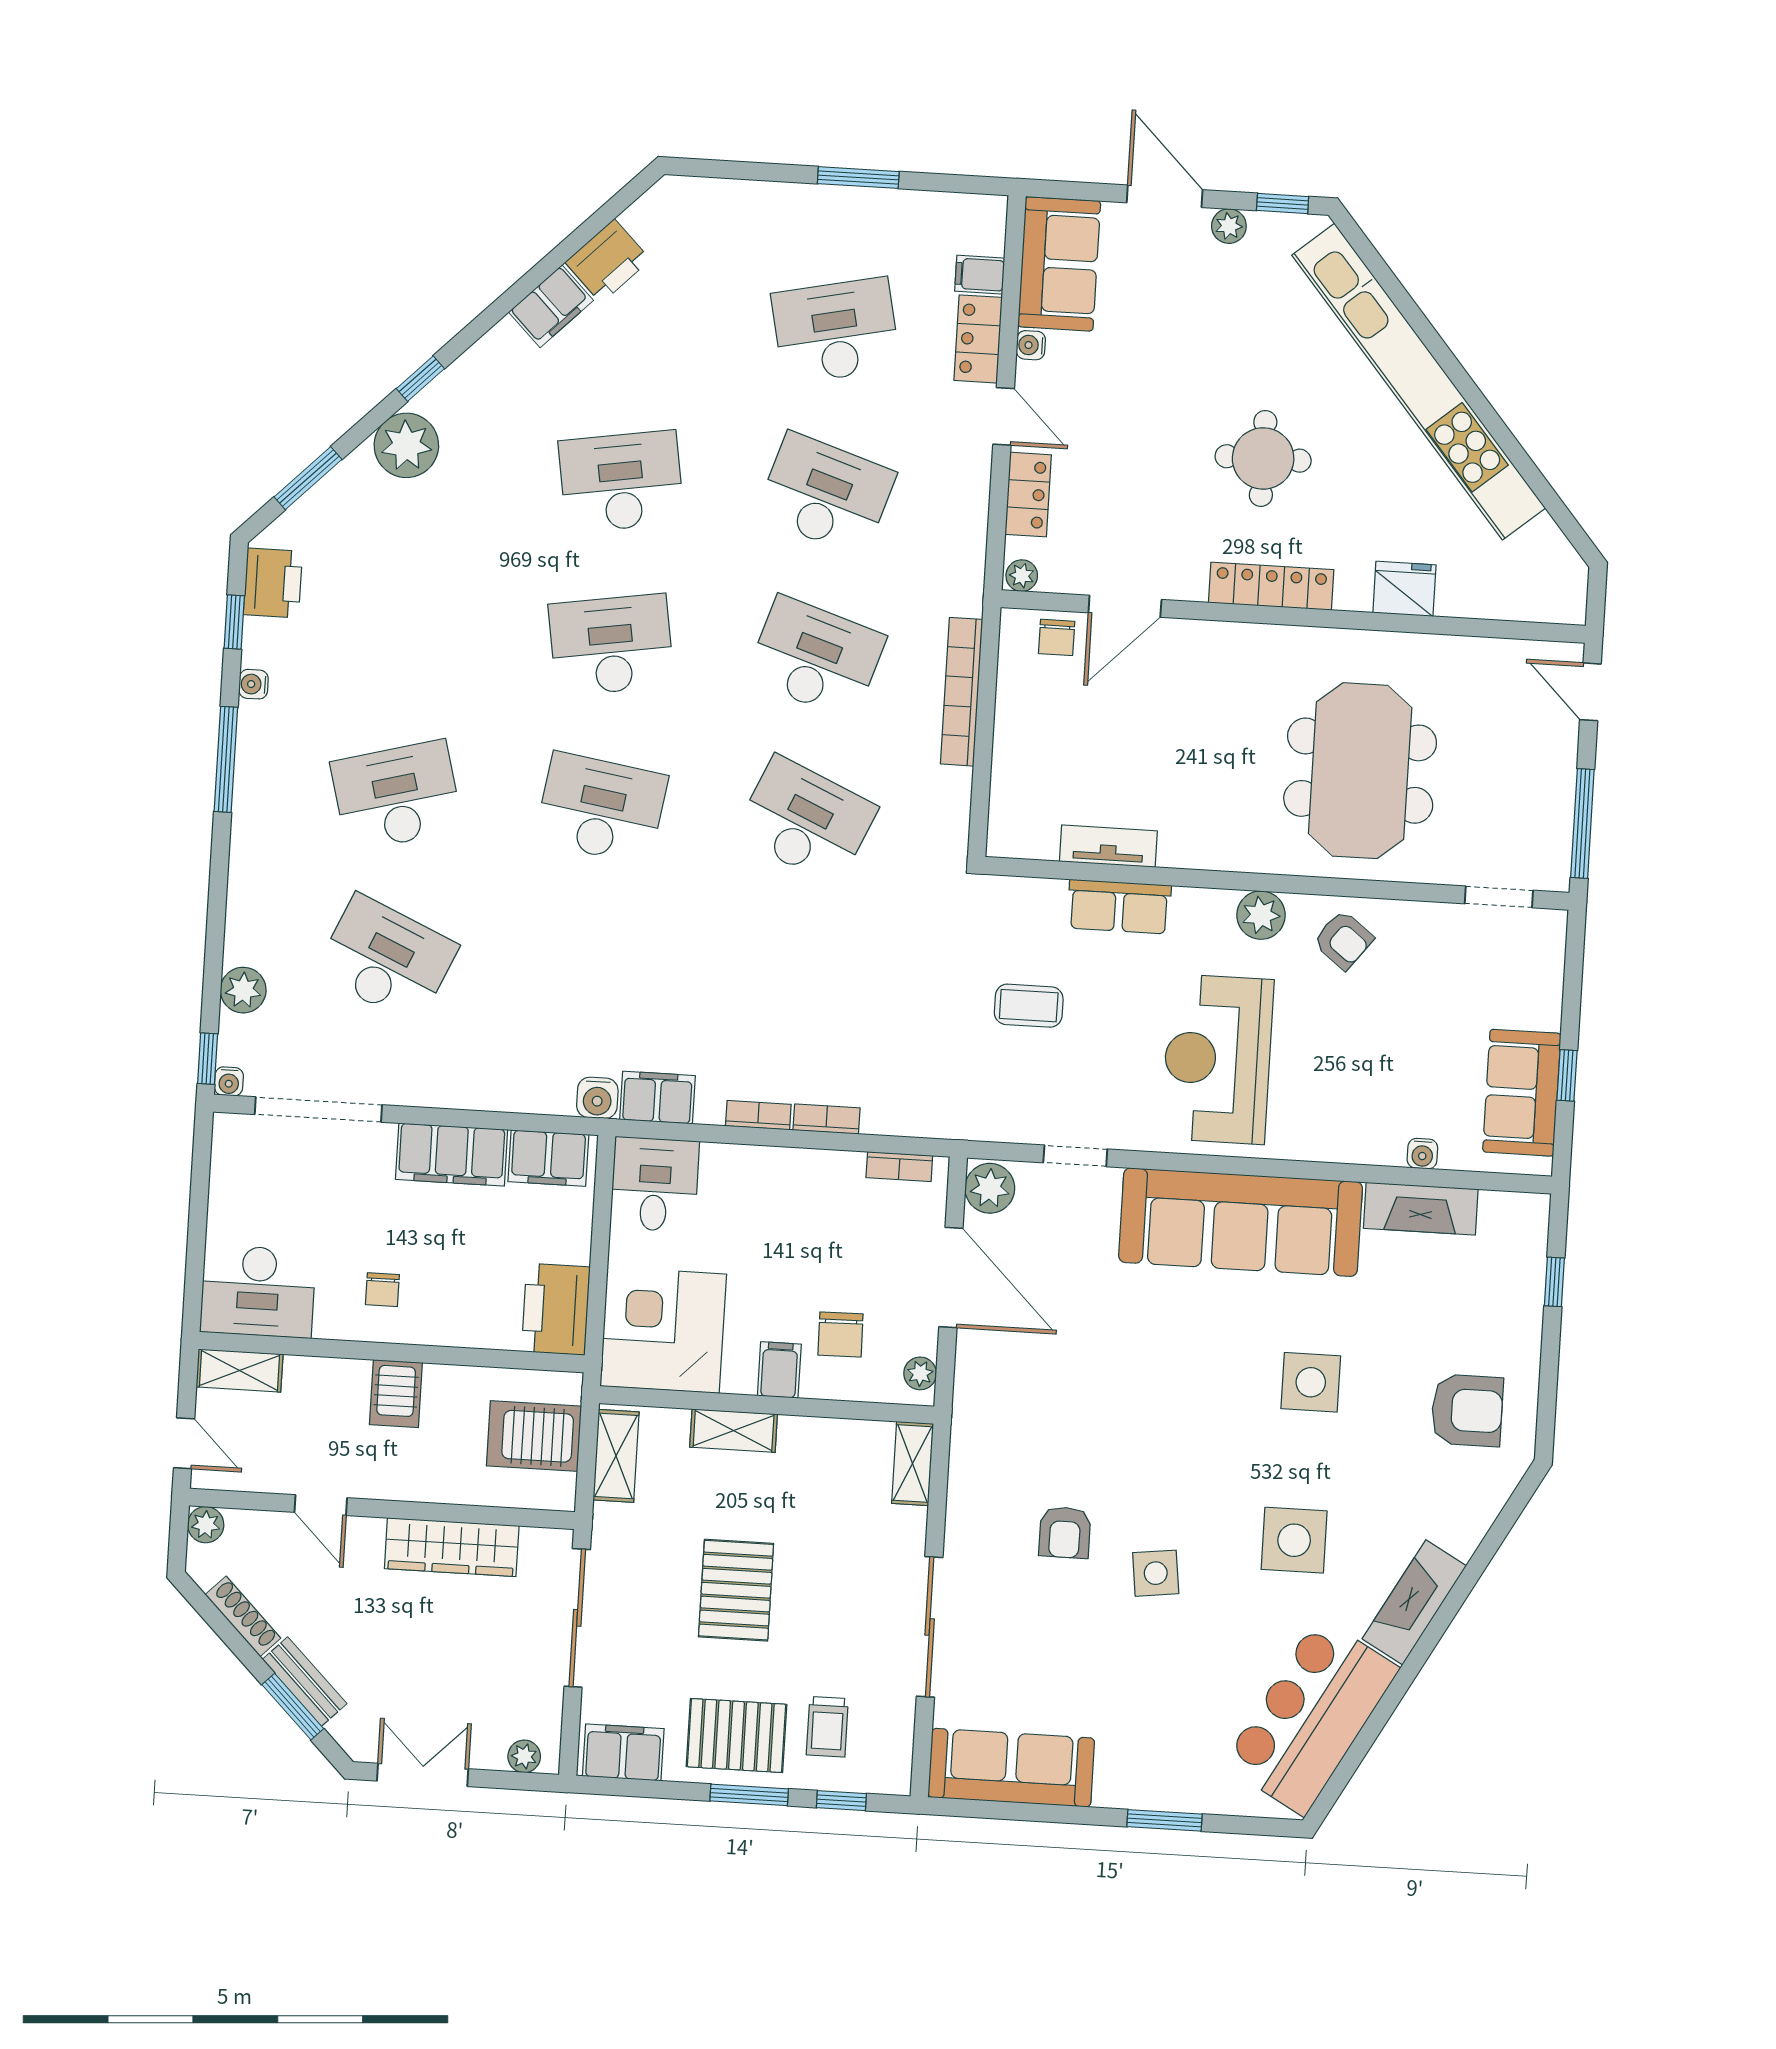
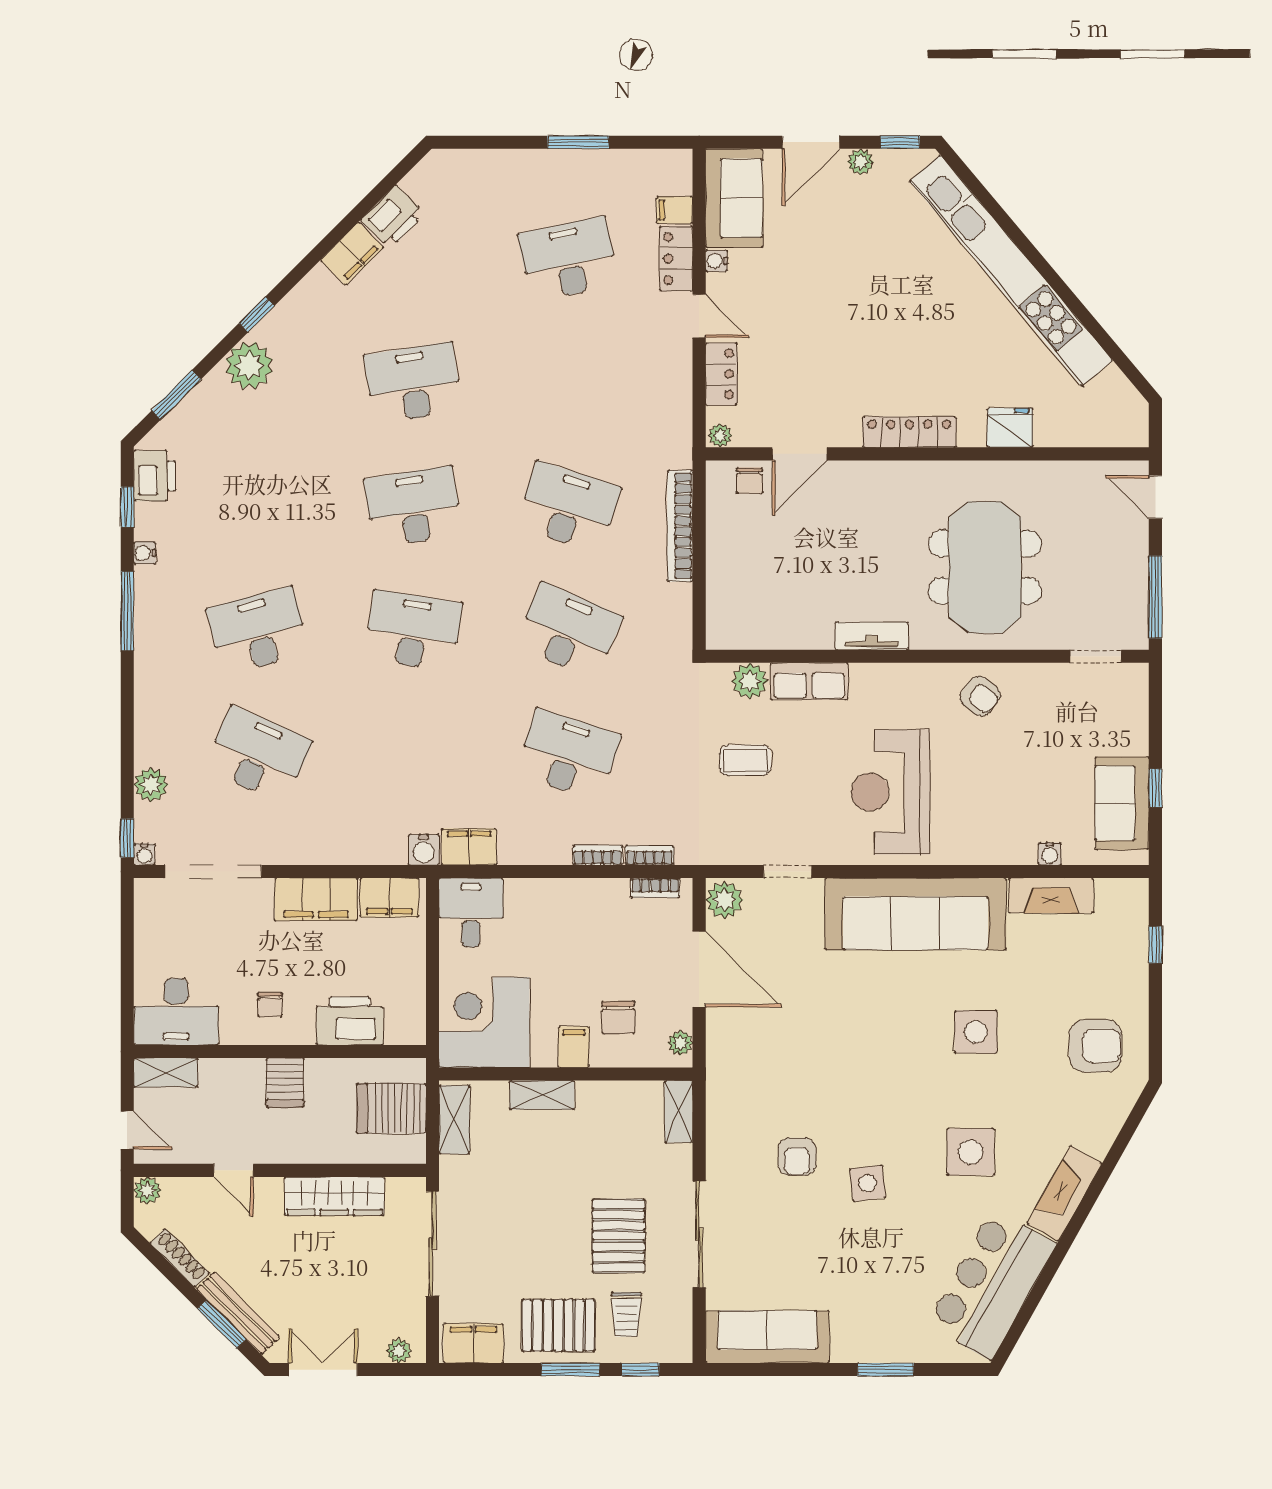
door: (1165, 196) -> (811, 142), swing flipped
round table: (1263, 458) -> (897, 336), removed
desk: (826, 494) -> (568, 755), moved
tv unit: (1108, 846) -> (872, 636), moved
plant: (1261, 915) -> (750, 681), moved
bookcase: (758, 1115) -> (649, 855), moved
printer: (556, 1309) -> (350, 1021), moved, turned 90
pallet: (736, 1590) -> (619, 1236), moved
bench: (305, 1681) -> (238, 1313), width x1.36

